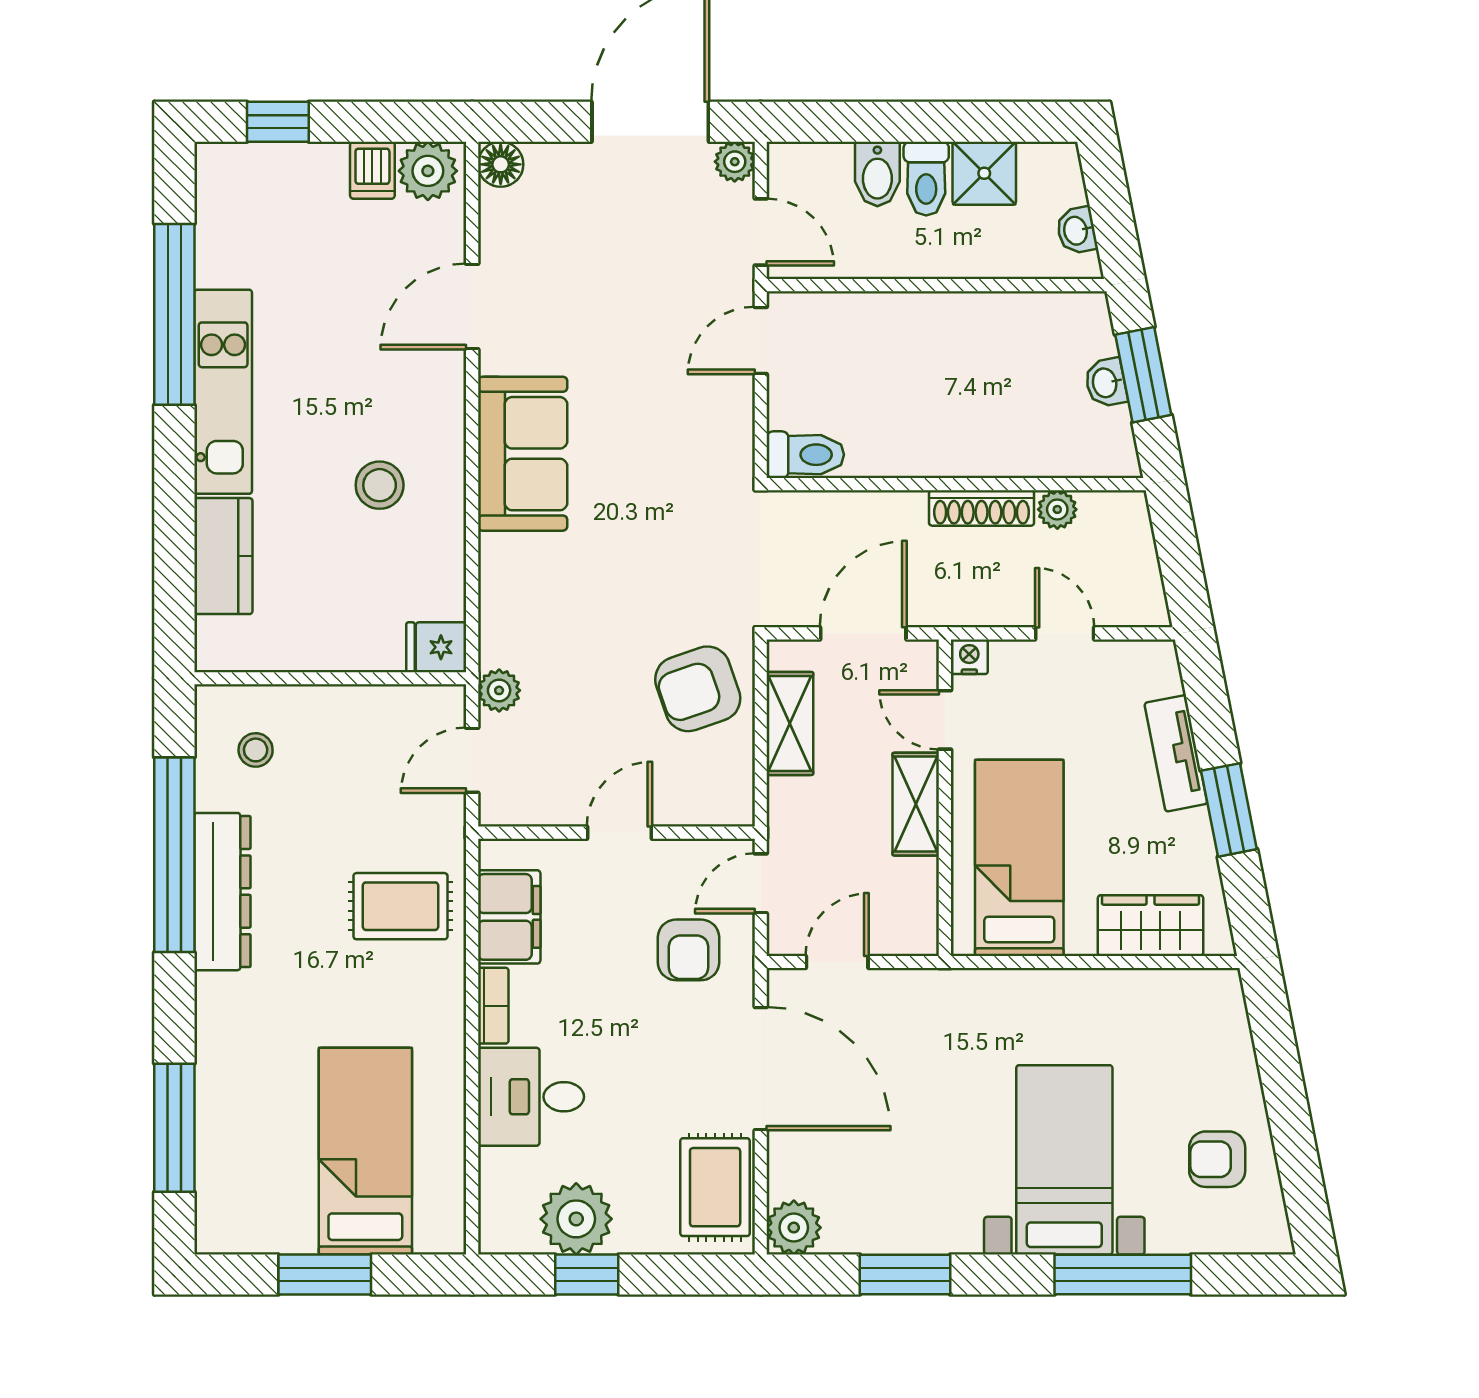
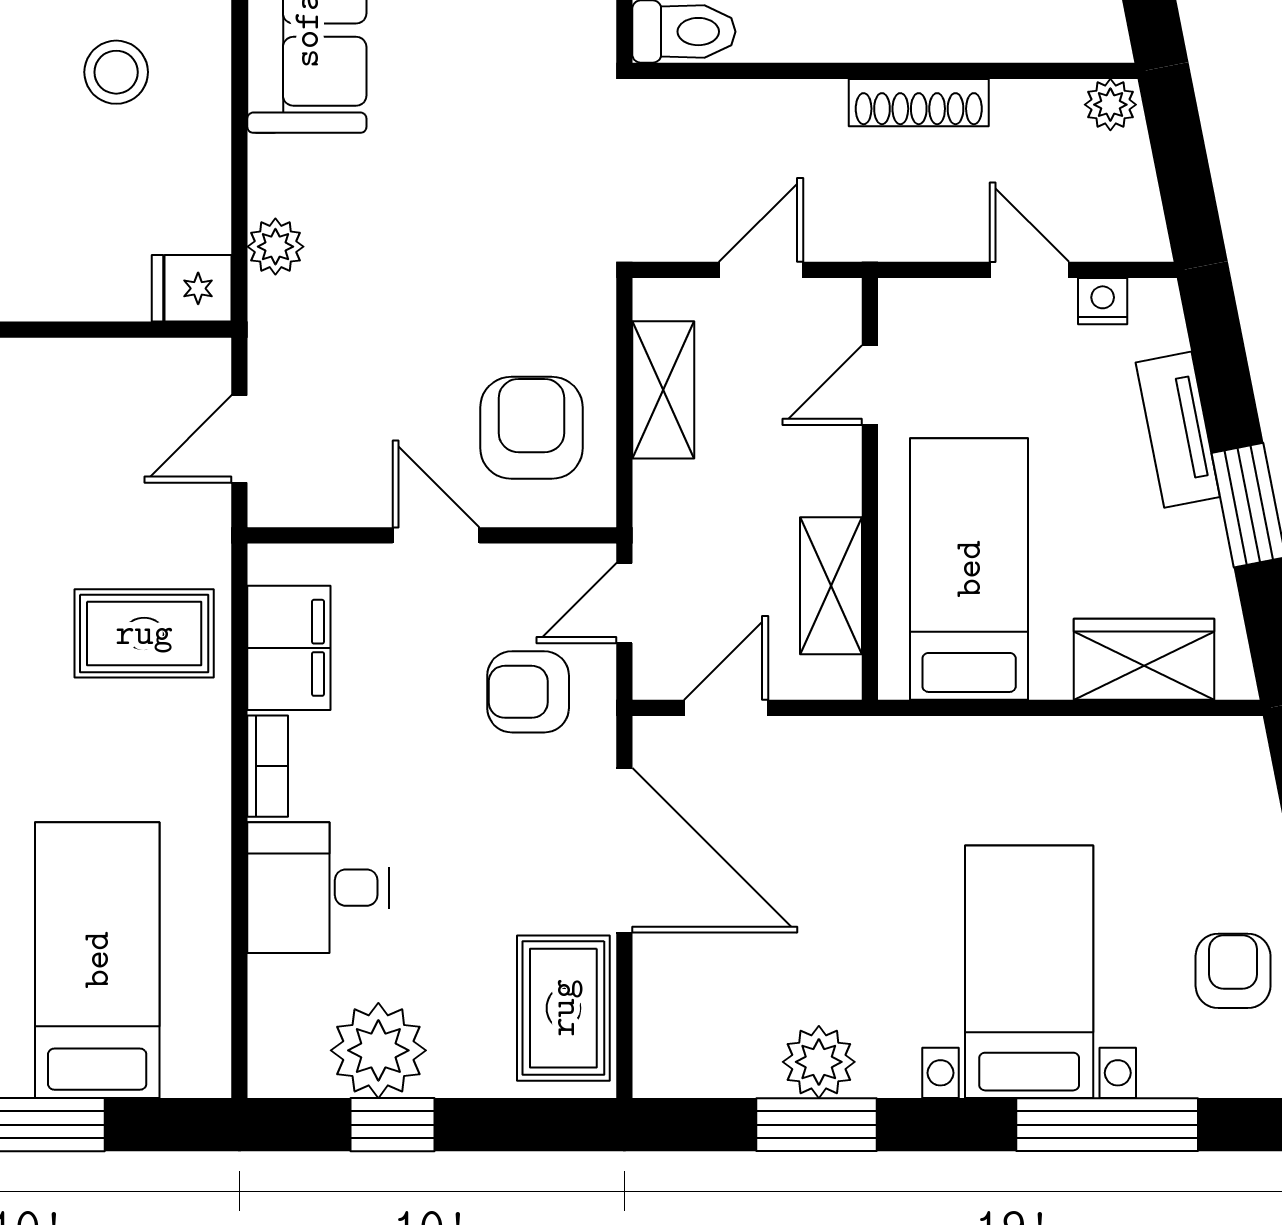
plant: (1057, 509) -> (1110, 105), moved
door: (863, 633) -> (761, 270), width x0.73
nightstand: (969, 657) -> (1103, 301), moved
armchair: (698, 689) -> (531, 428), moved, turned 109
plant: (499, 690) -> (275, 247), moved
door: (945, 720) -> (870, 385), hinge flipped
shelving: (916, 804) -> (831, 586), moved
door: (619, 833) -> (436, 535), hinge flipped
armchair: (688, 950) -> (528, 692), turned 90
armchair: (1217, 1159) -> (1233, 971), turned 90
plant: (794, 1228) -> (819, 1062), moved

